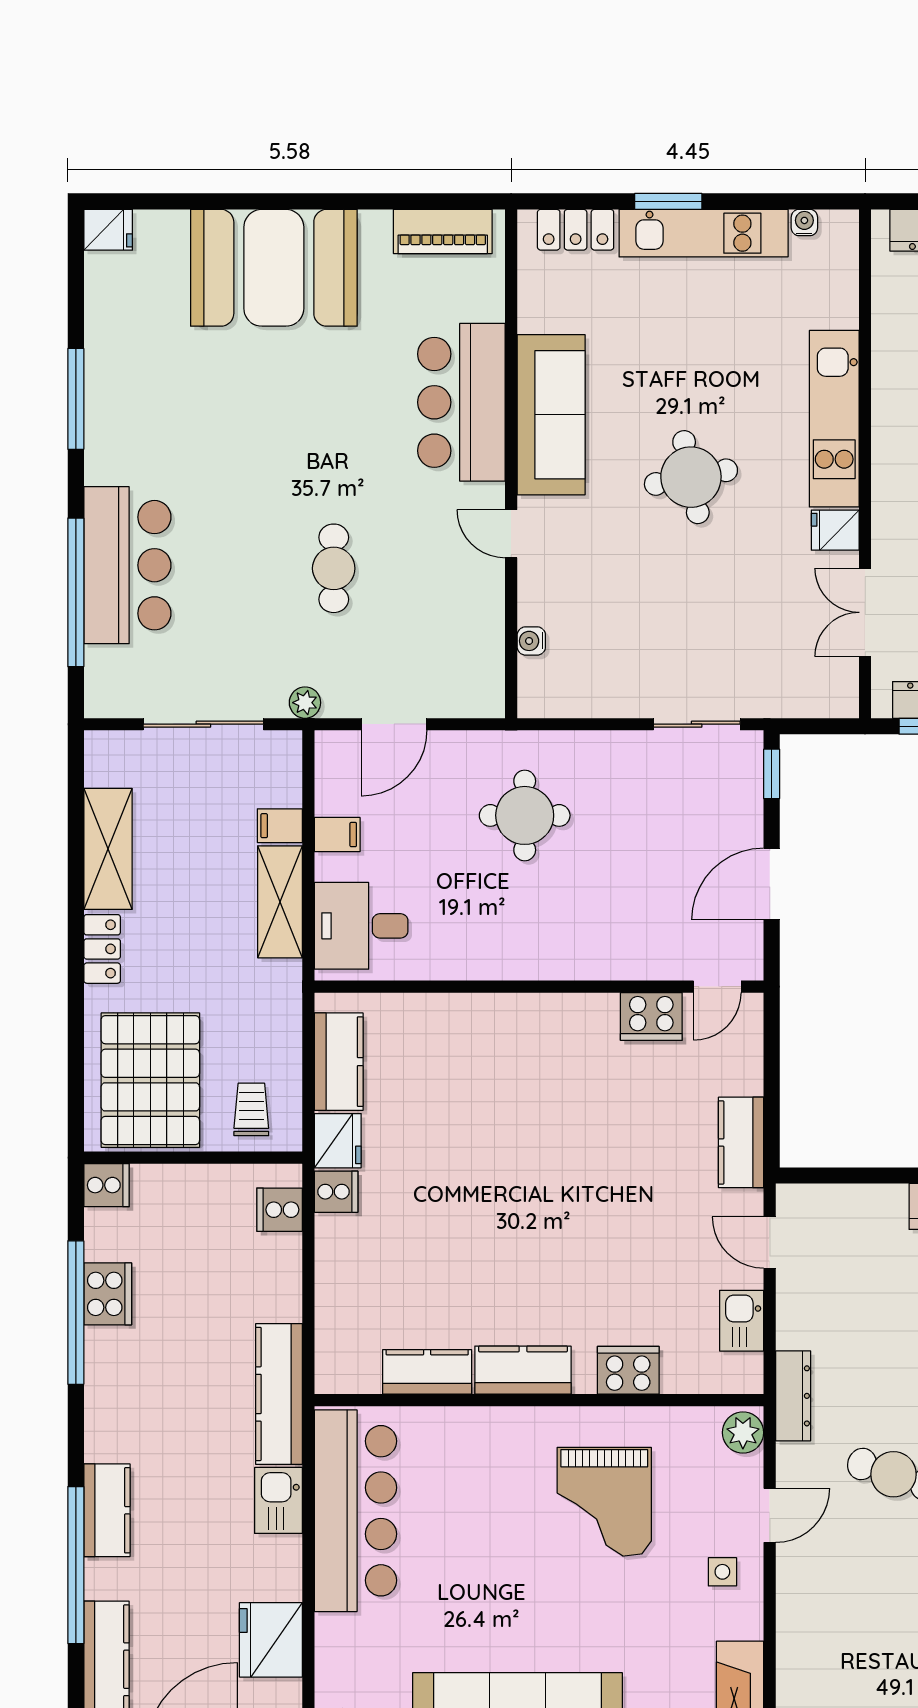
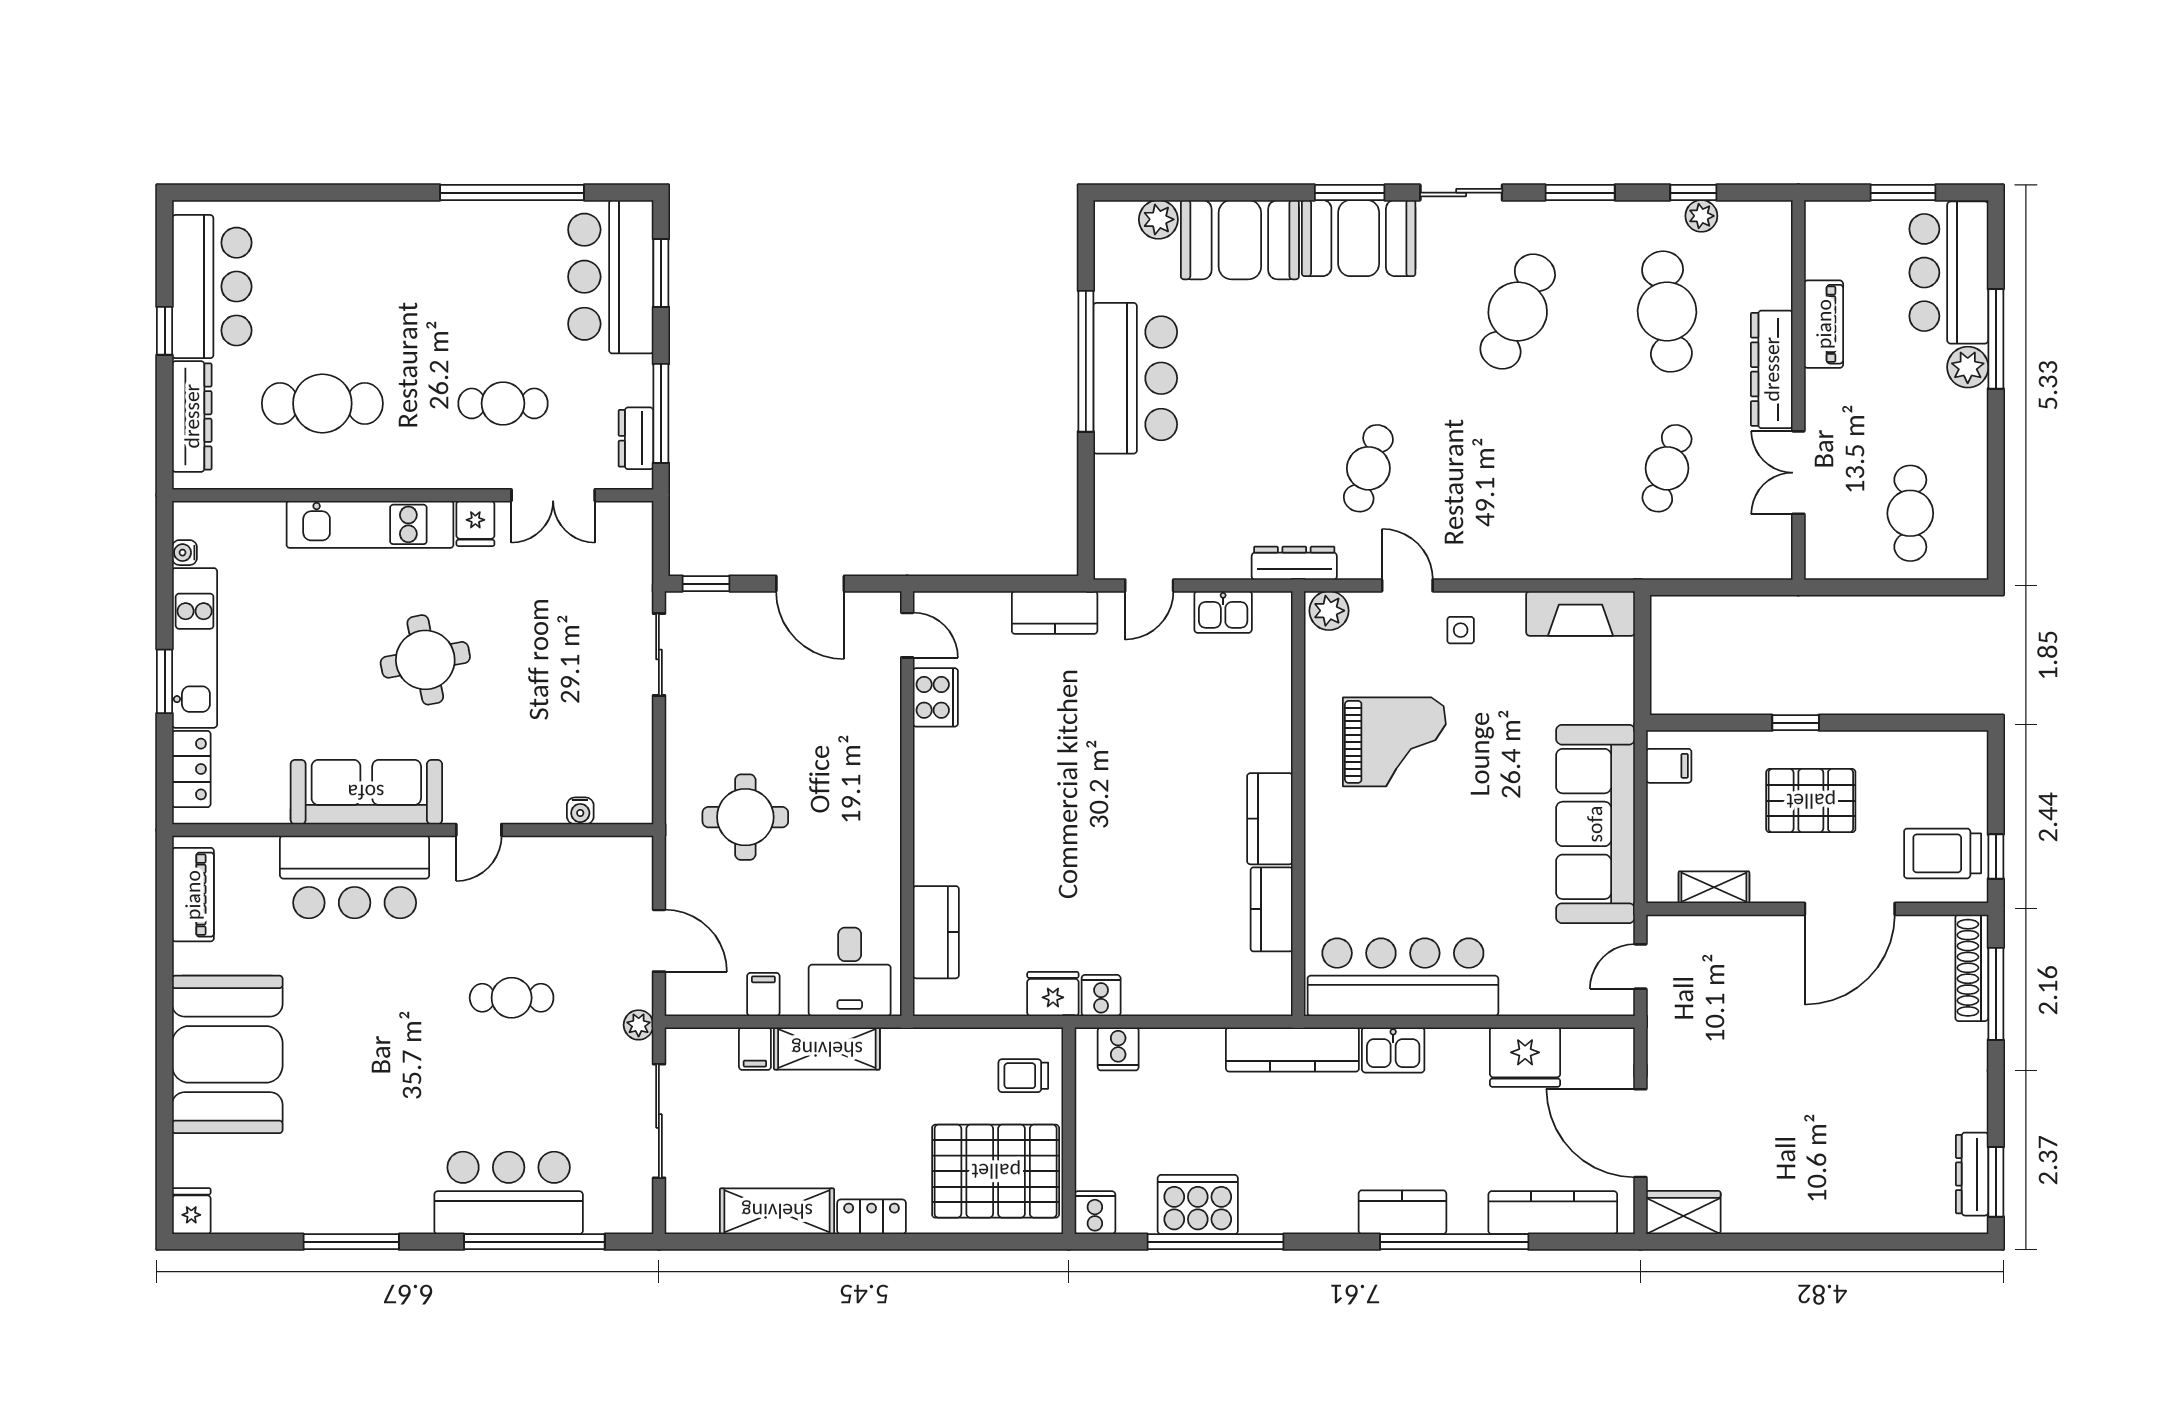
kitchen counter: (339, 1062) -> (936, 932), moved, turned 90
cooker: (108, 1294) -> (1198, 1205), width x1.37, depth x1.31
cooker: (628, 1370) -> (1270, 719), removed

